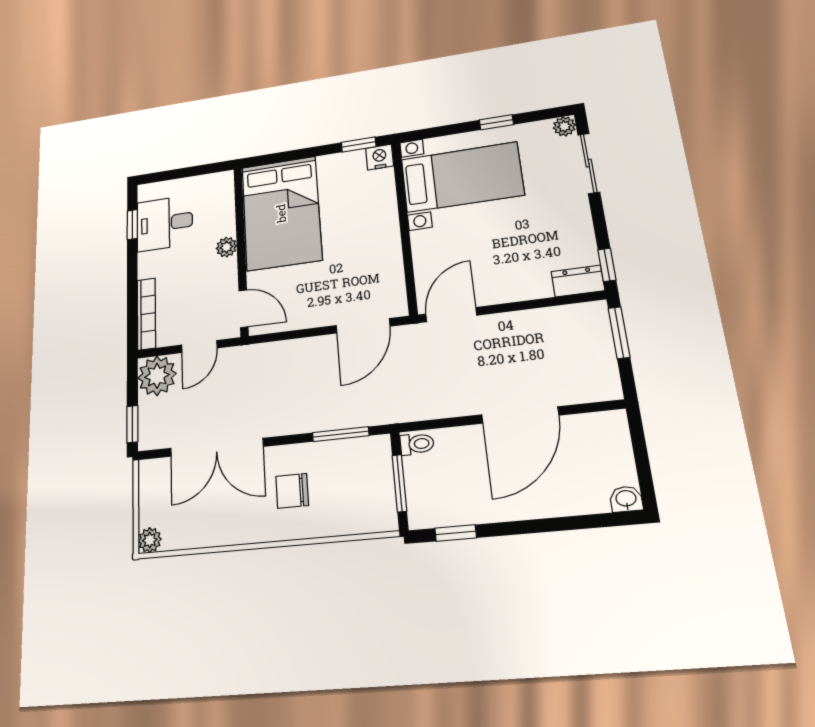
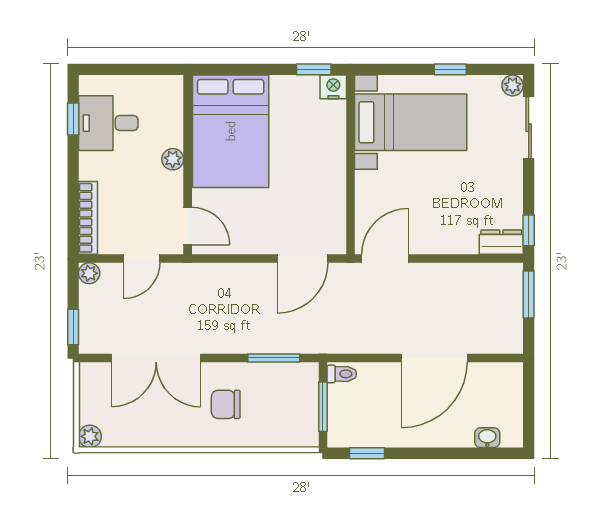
plant: (157, 376) -> (89, 273), width x0.53, depth x0.53
washbasin: (626, 499) -> (487, 438), moved

